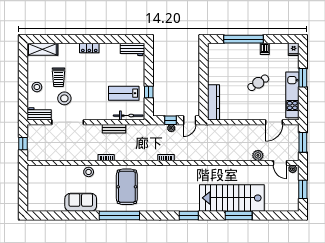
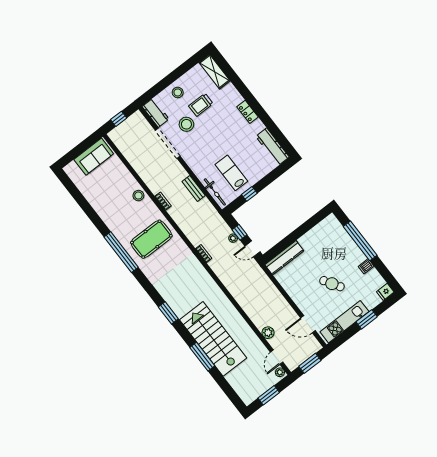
workbench: (132, 49) -> (273, 147), width x1.37
sofa: (81, 202) -> (94, 157), moved, turned 90

